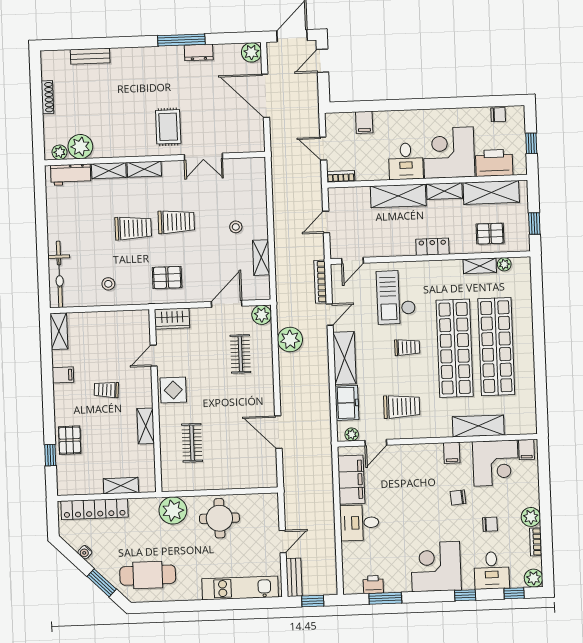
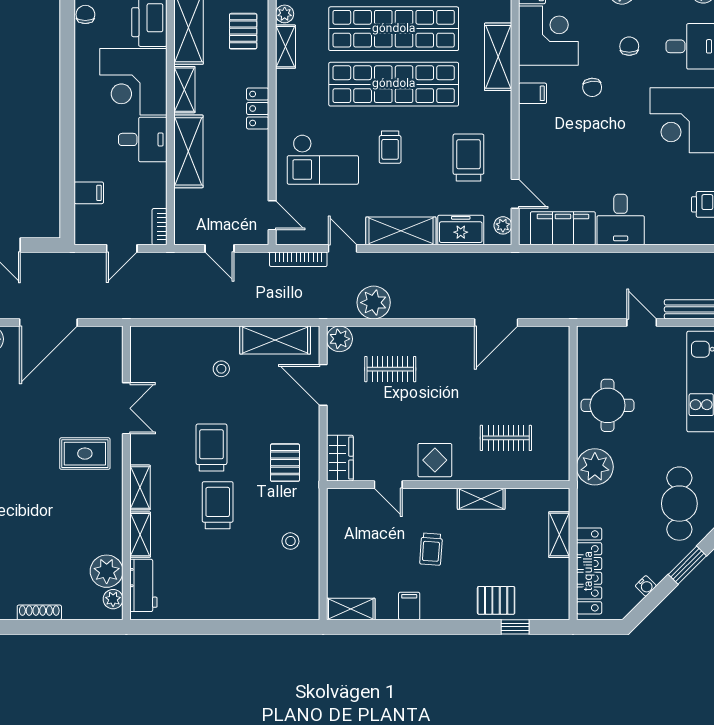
shelving: (261, 258) -> (275, 340), width x1.50, depth x1.33
bicycle: (59, 274) -> (275, 606), removed
trolley: (407, 347) -> (390, 147), turned 180

